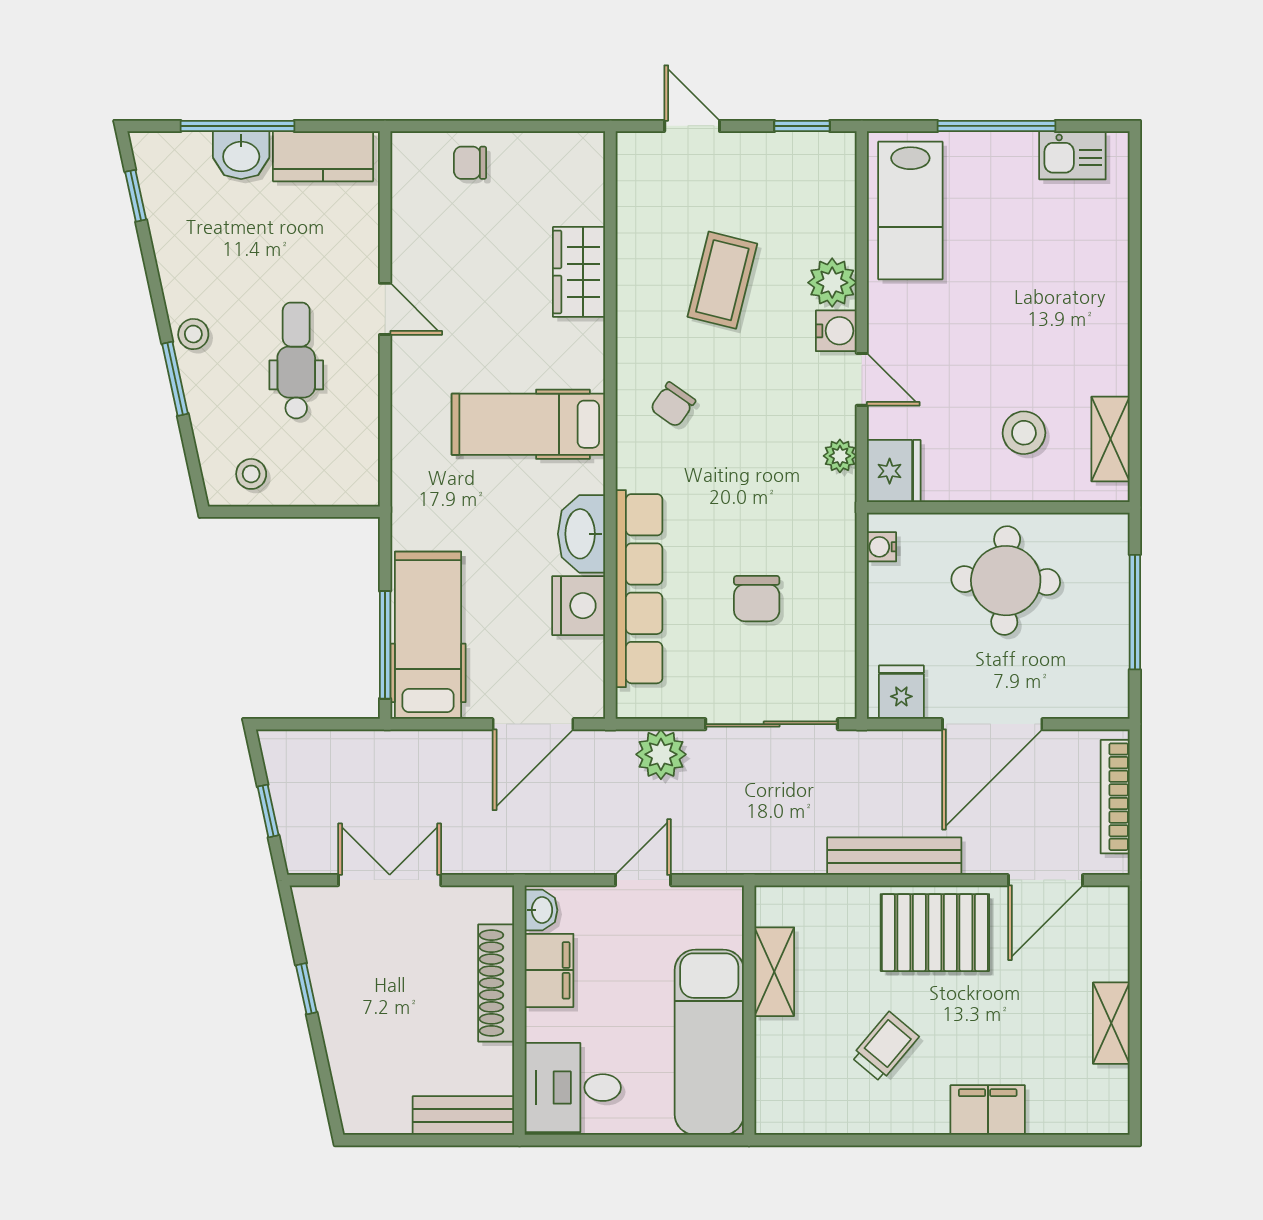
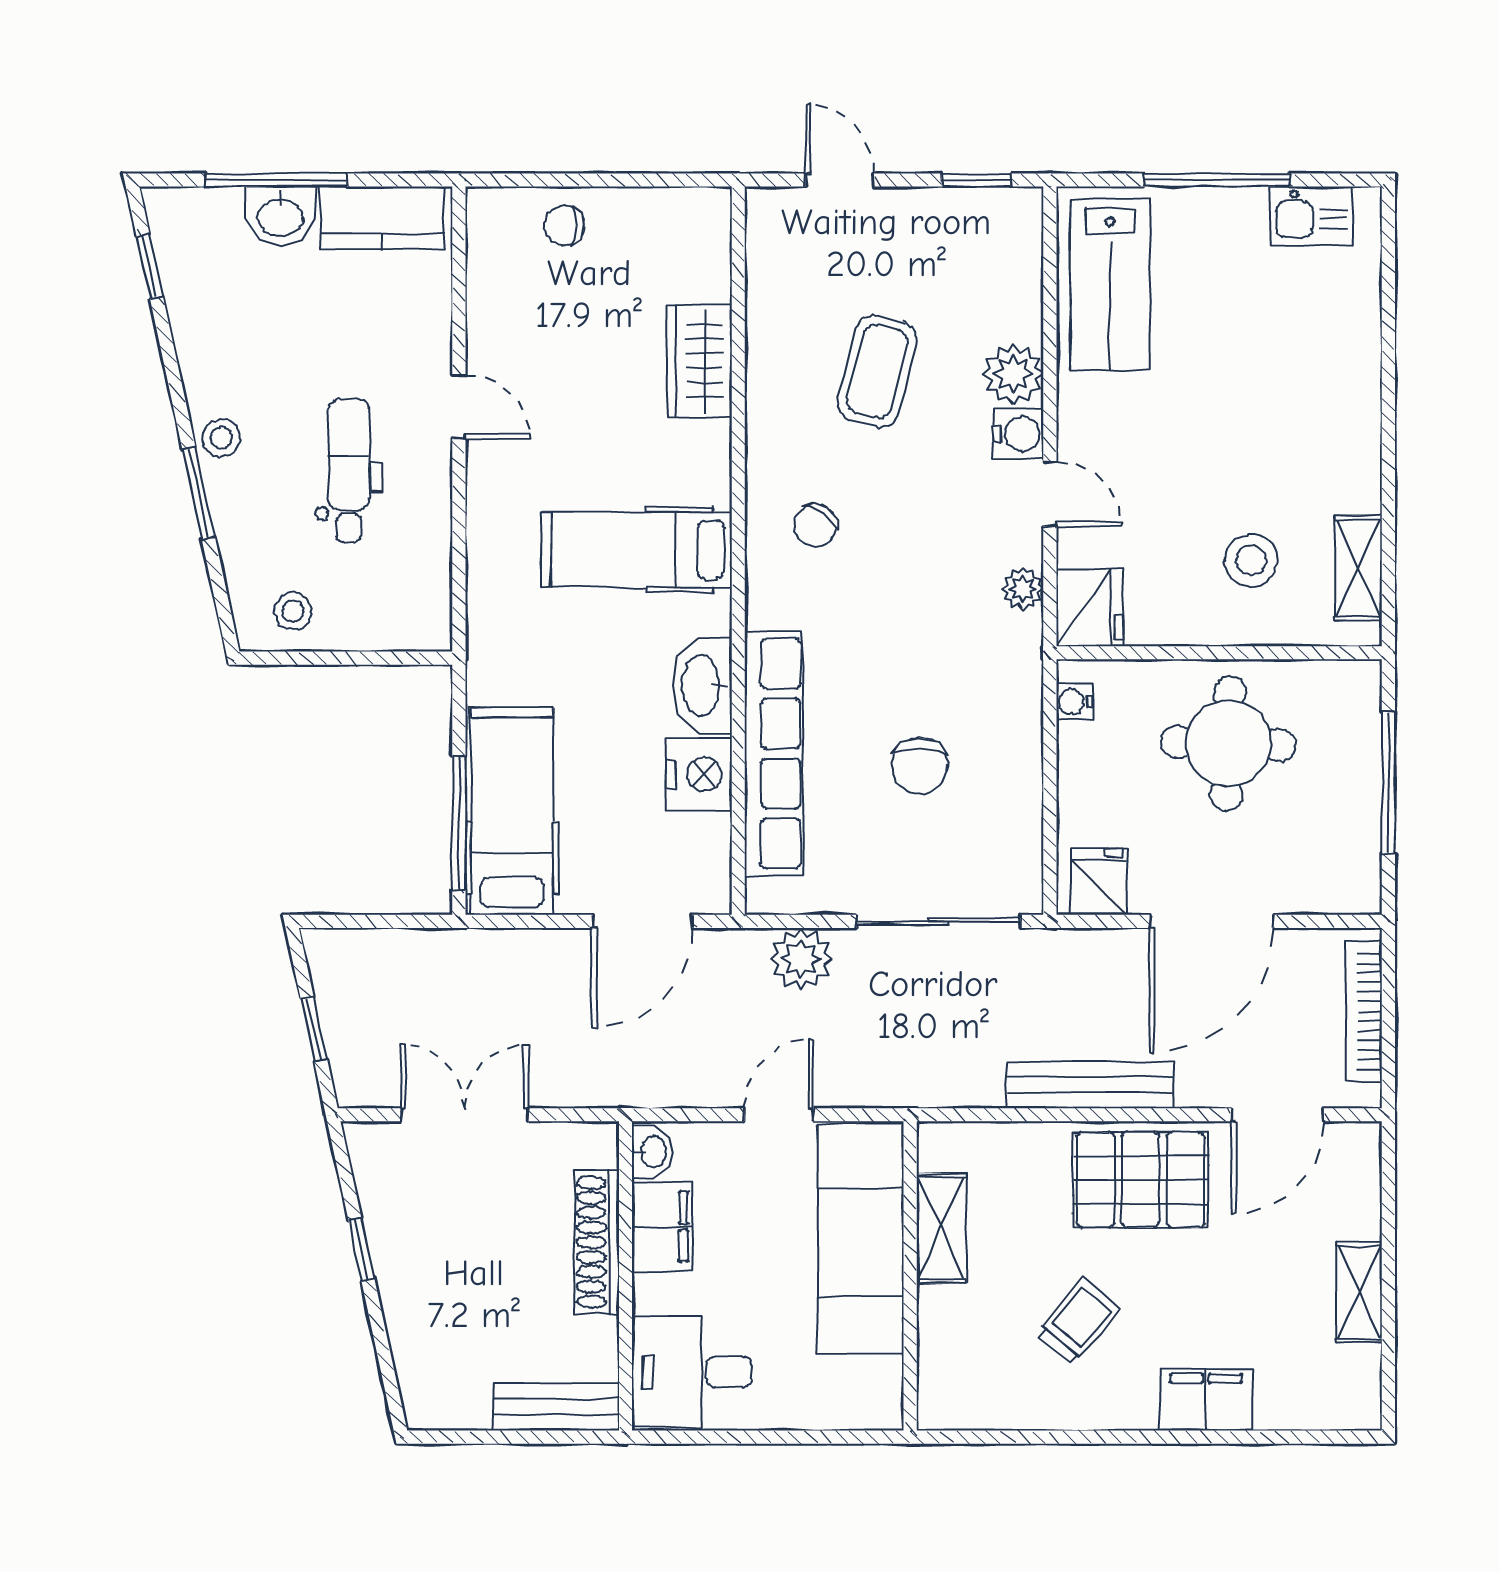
exam couch: (709, 1042) -> (861, 1239), moved

